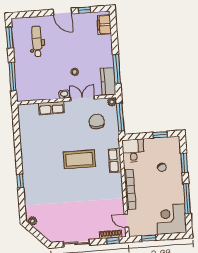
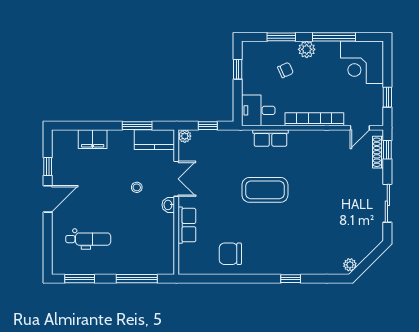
filing cabinet: (104, 25) -> (93, 139), moved
dental chair: (37, 41) -> (88, 239), turned 180
window: (117, 69) -> (137, 126), width x0.69
double door: (82, 98) -> (176, 179), swing flipped
window: (120, 117) -> (208, 126), width x0.46
chair: (97, 122) -> (230, 254), moved
coffee table: (79, 159) -> (265, 190), turned 90
plant: (177, 181) -> (307, 49), added

